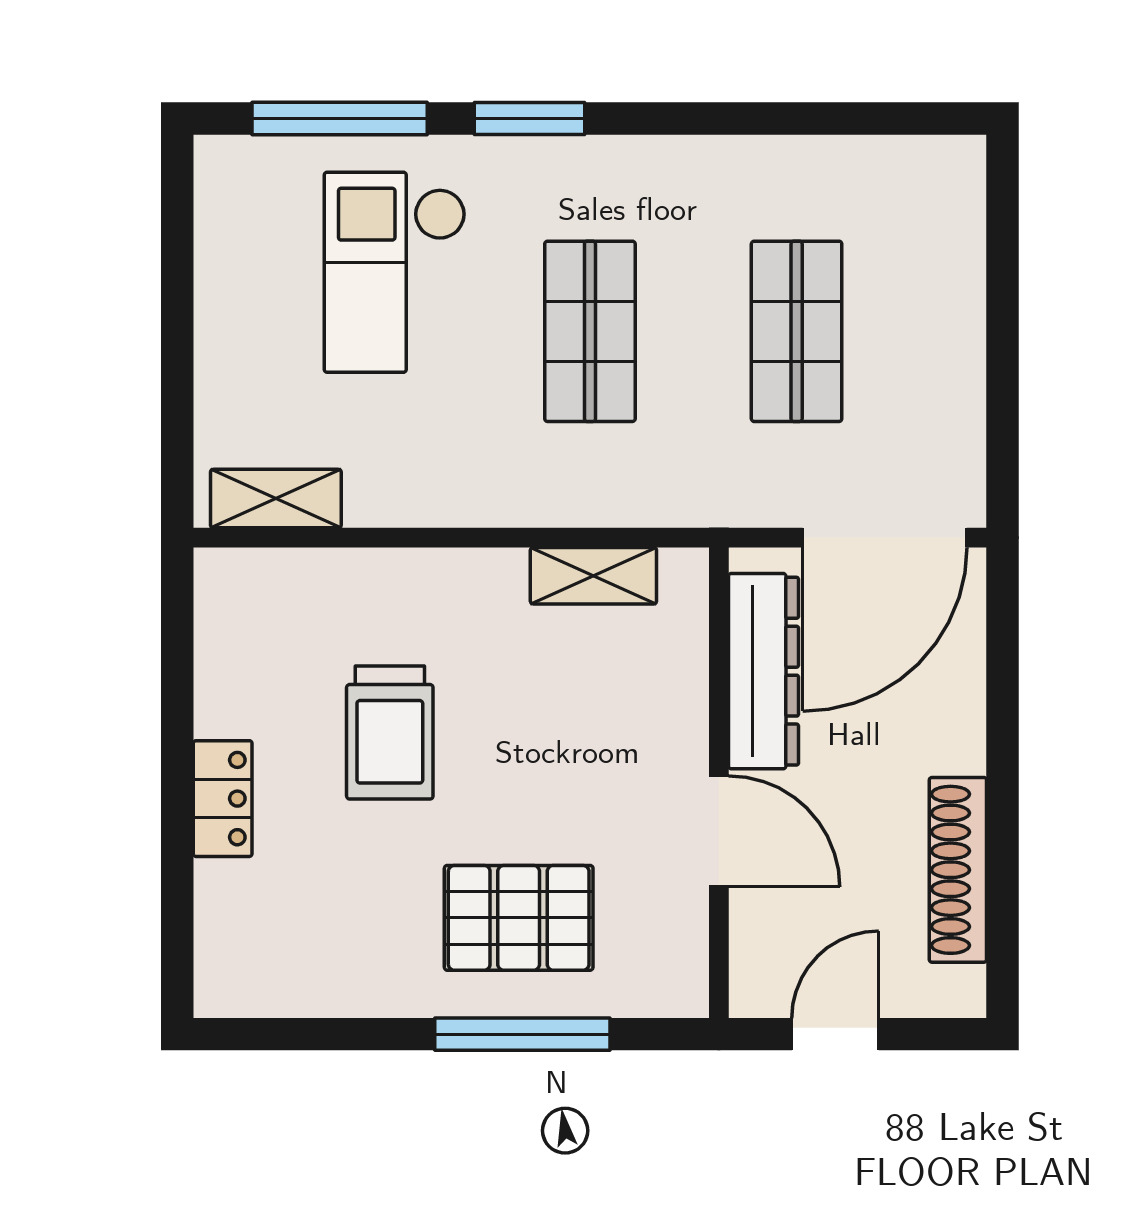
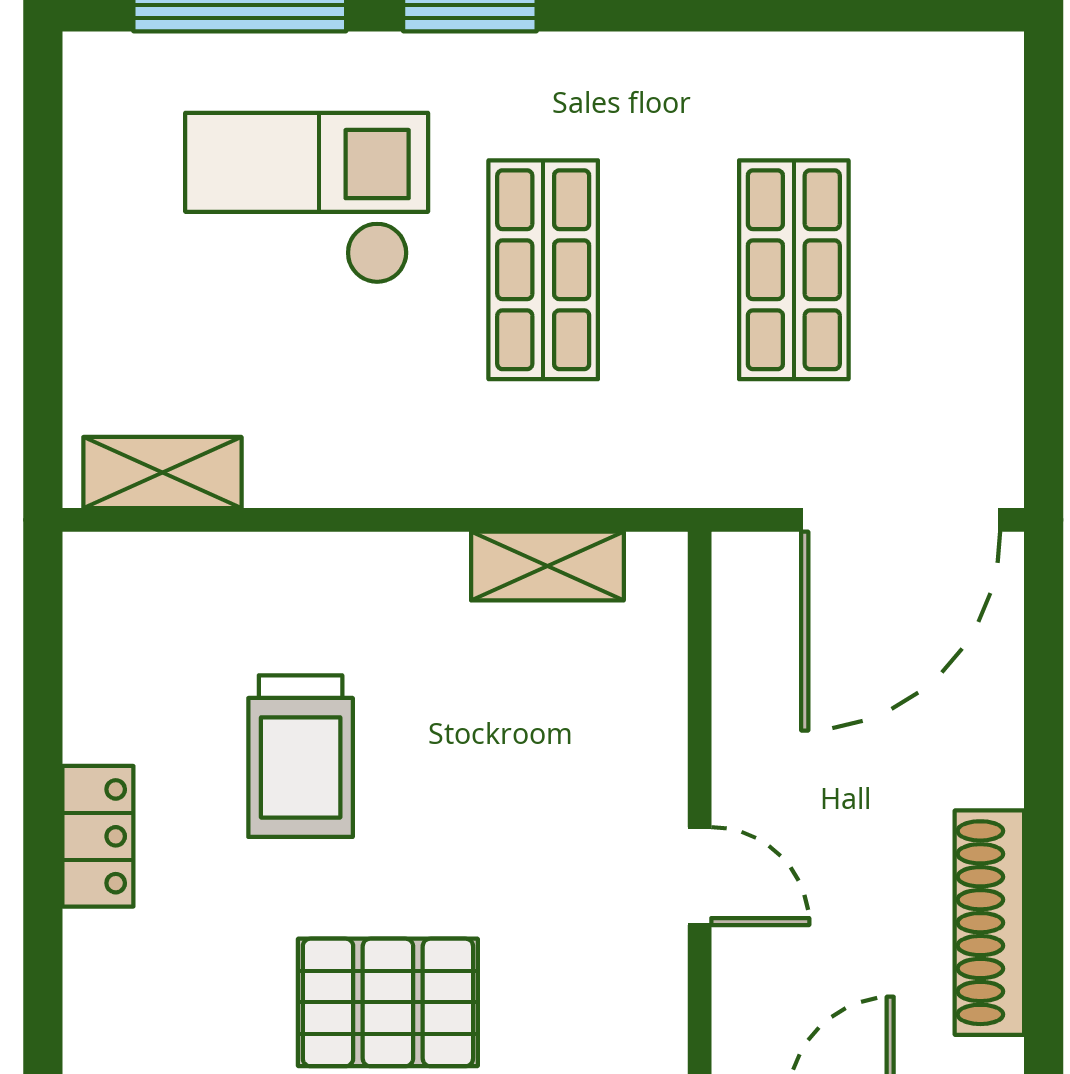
checkout: (395, 272) -> (307, 198), turned 90
dresser: (763, 671) -> (754, 682), removed
door: (719, 831) -> (700, 876), width x0.73
pallet: (519, 918) -> (388, 1002), moved

